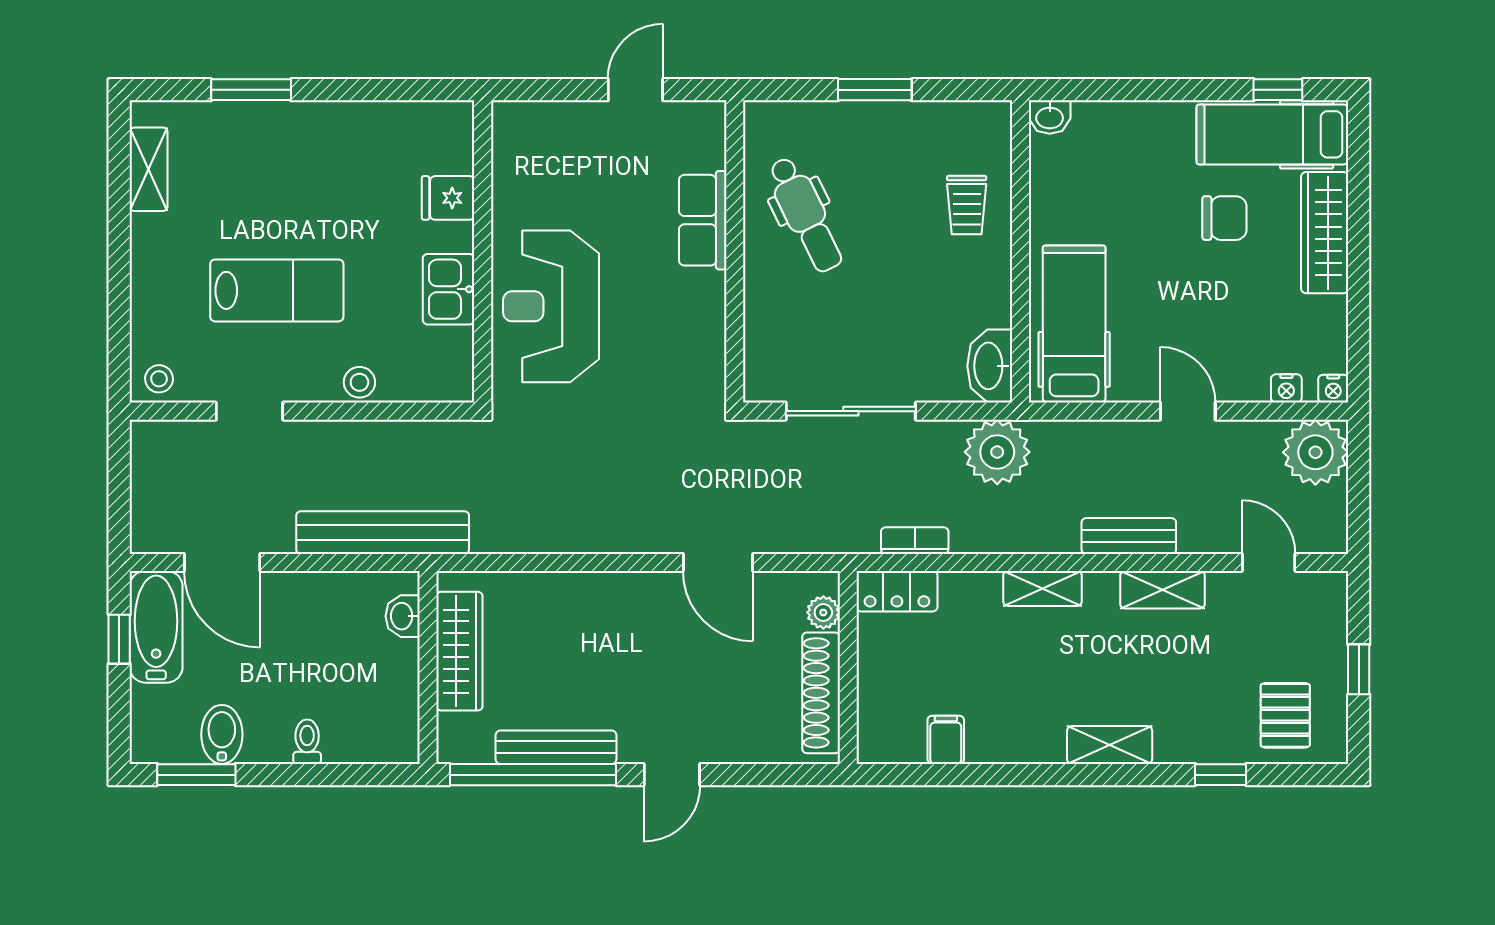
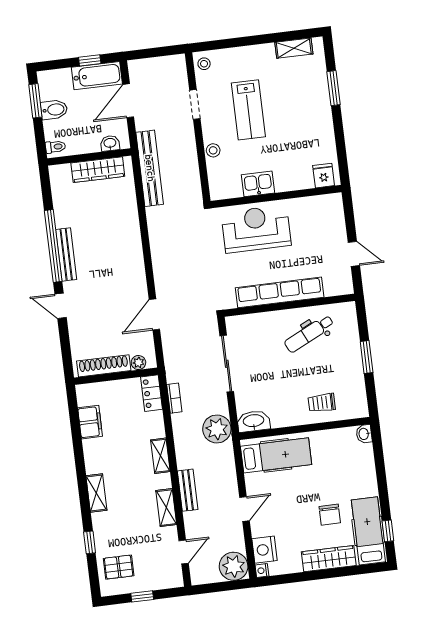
fridge: (448, 198) -> (324, 176), moved
row of seats: (703, 220) -> (280, 292), width x2.02
nightstand: (1286, 388) -> (264, 550), width x1.89, depth x1.79
washbasin: (403, 616) -> (110, 143), moved
wardrobe: (459, 651) -> (98, 170), moved
wall: (428, 667) -> (89, 157), moved
filing cabinet: (946, 740) -> (90, 422), width x2.00

